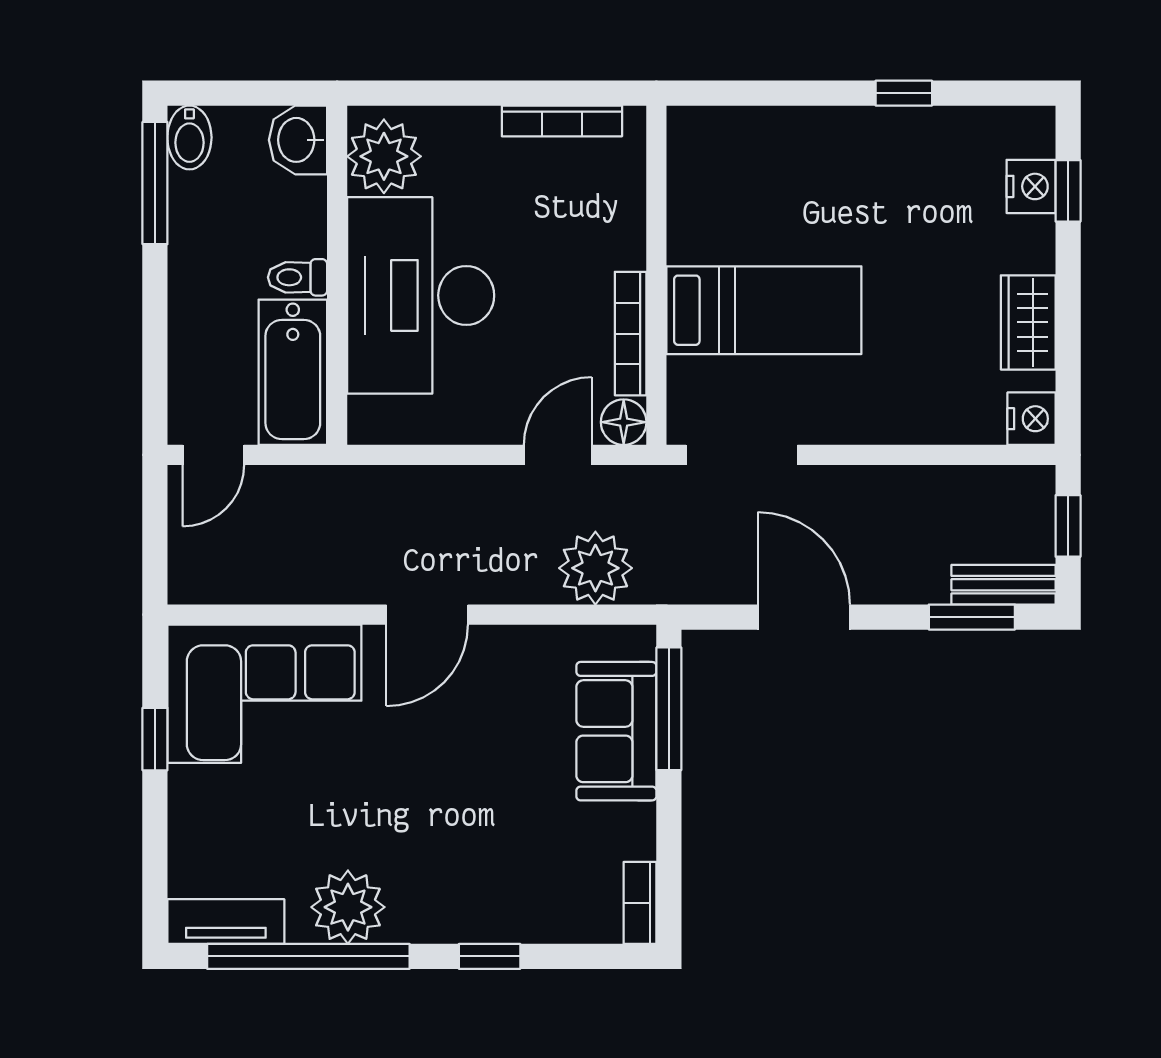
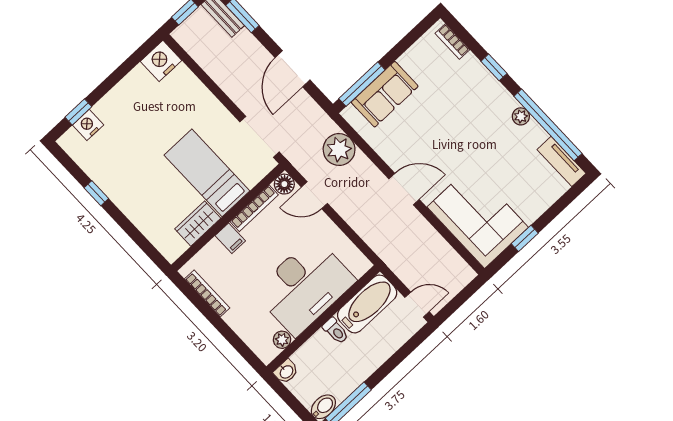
washbasin: (298, 140) -> (286, 372), width x0.72, depth x0.69
plant: (384, 156) -> (282, 340), width x0.53, depth x0.53
filing cabinet: (618, 247) -> (230, 238), added
wardrobe: (1028, 322) -> (198, 224), moved, turned 180
nightstand: (1031, 419) -> (161, 61), width x1.36, depth x1.33
bookcase: (640, 903) -> (452, 41), moved, turned 90
plant: (348, 907) -> (521, 116), width x0.53, depth x0.53

